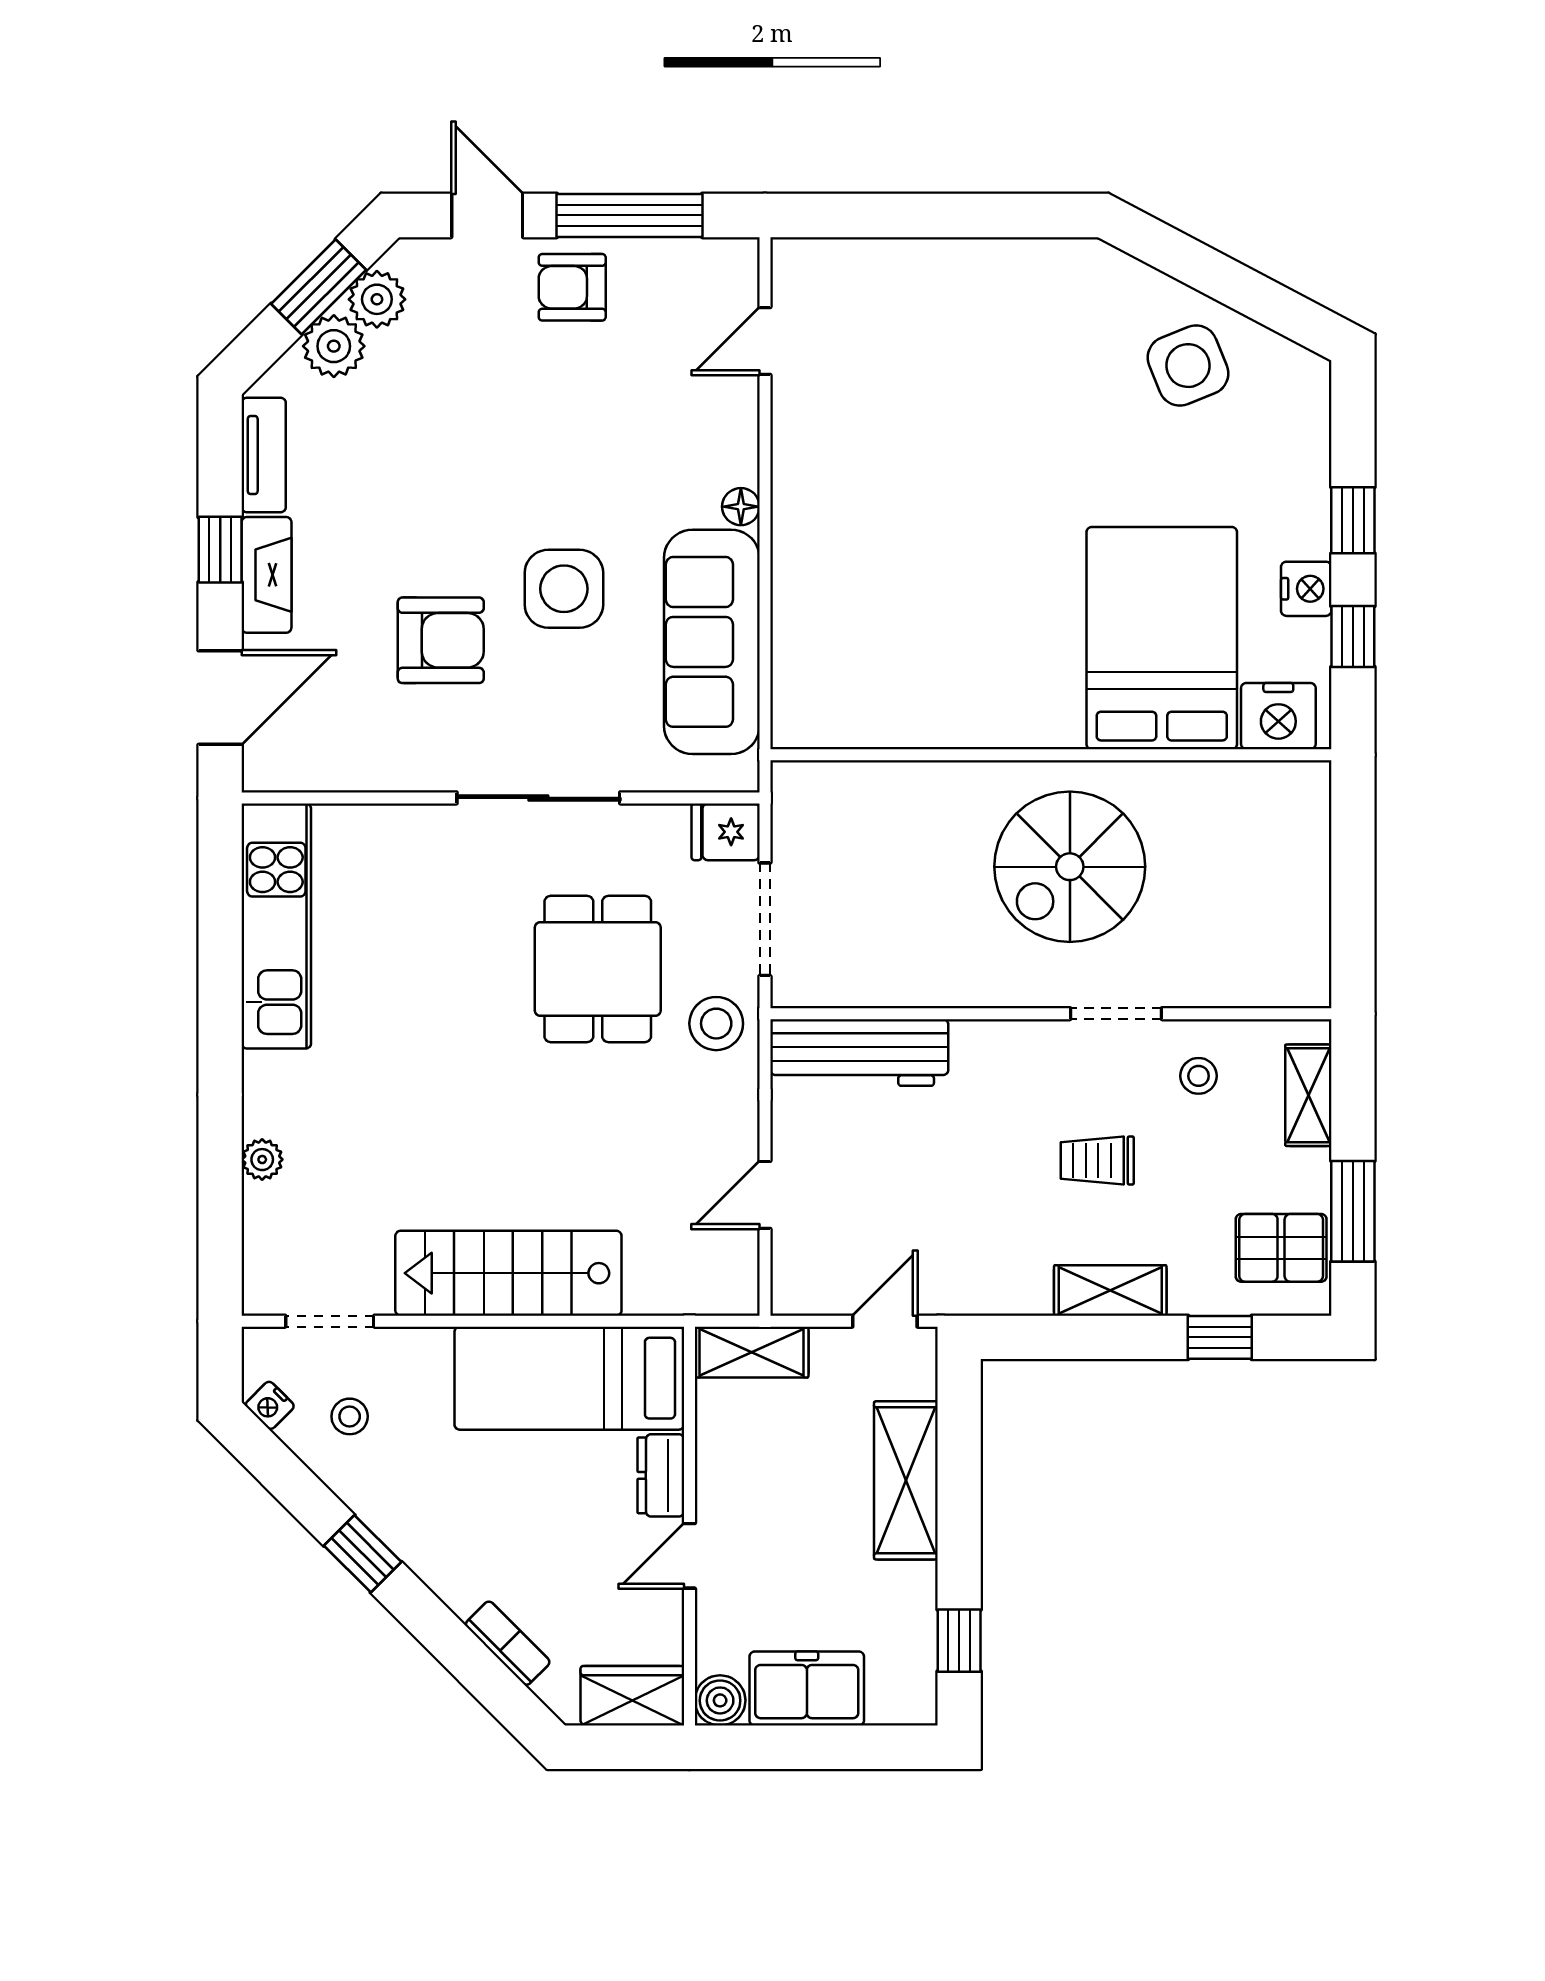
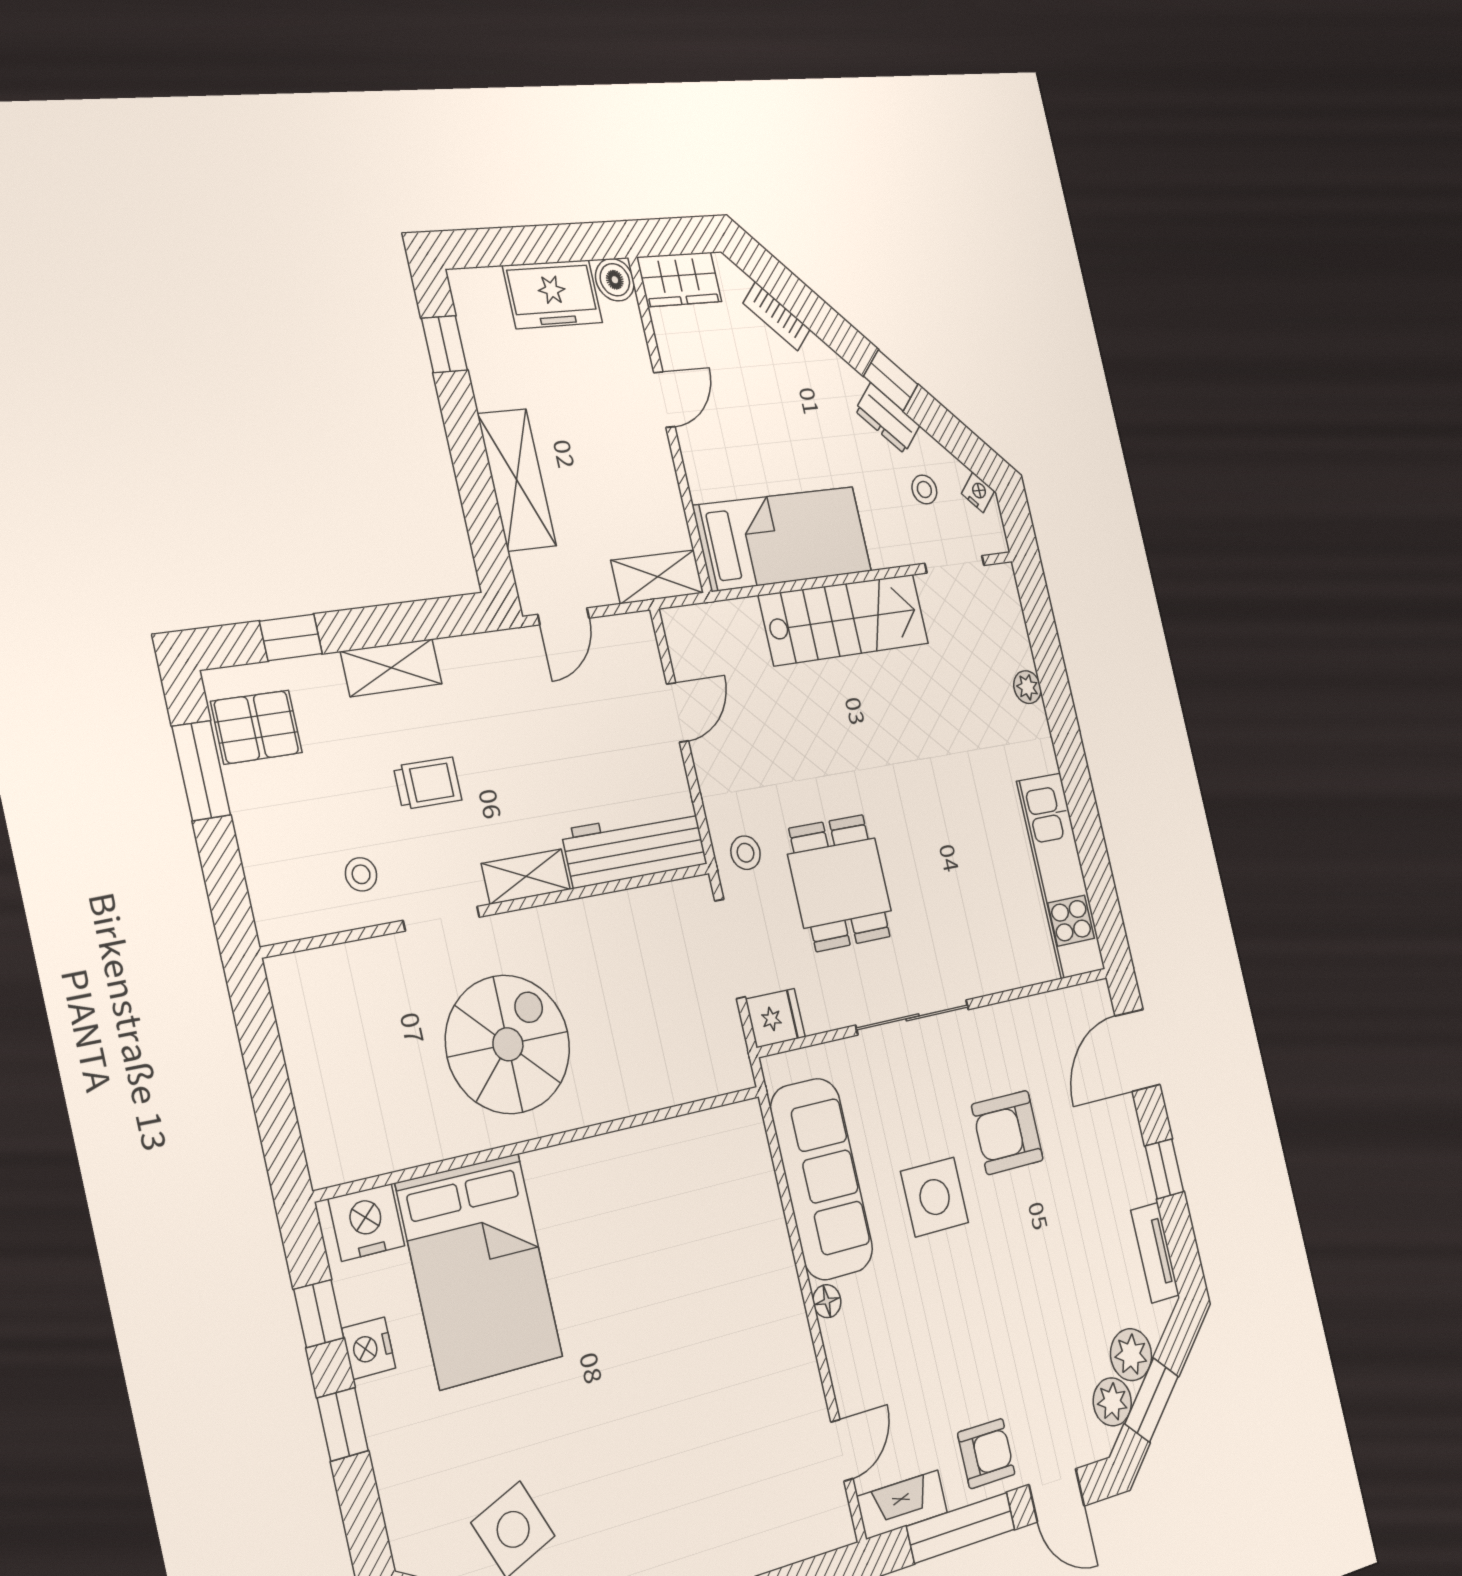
fireplace: (267, 575) -> (902, 1505), moved, turned 90
stool: (716, 1024) -> (746, 853), width x0.73, depth x0.73
shelving: (1308, 1095) -> (526, 876), moved, turned 90
dresser: (661, 1475) -> (888, 418), moved, turned 135

